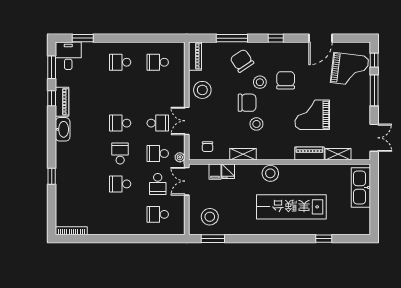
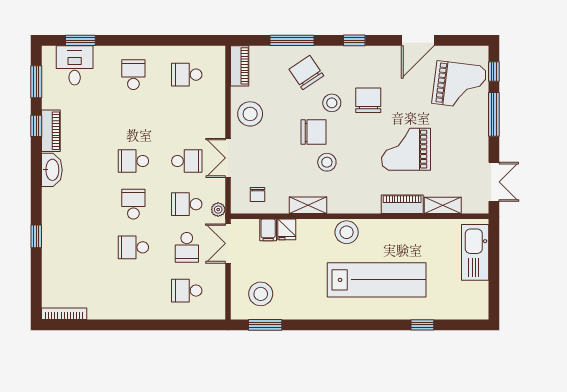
desk: (68, 56) -> (75, 65), moved
school desk: (120, 62) -> (133, 75), turned 90
lab bench: (291, 207) -> (377, 280), turned 180

